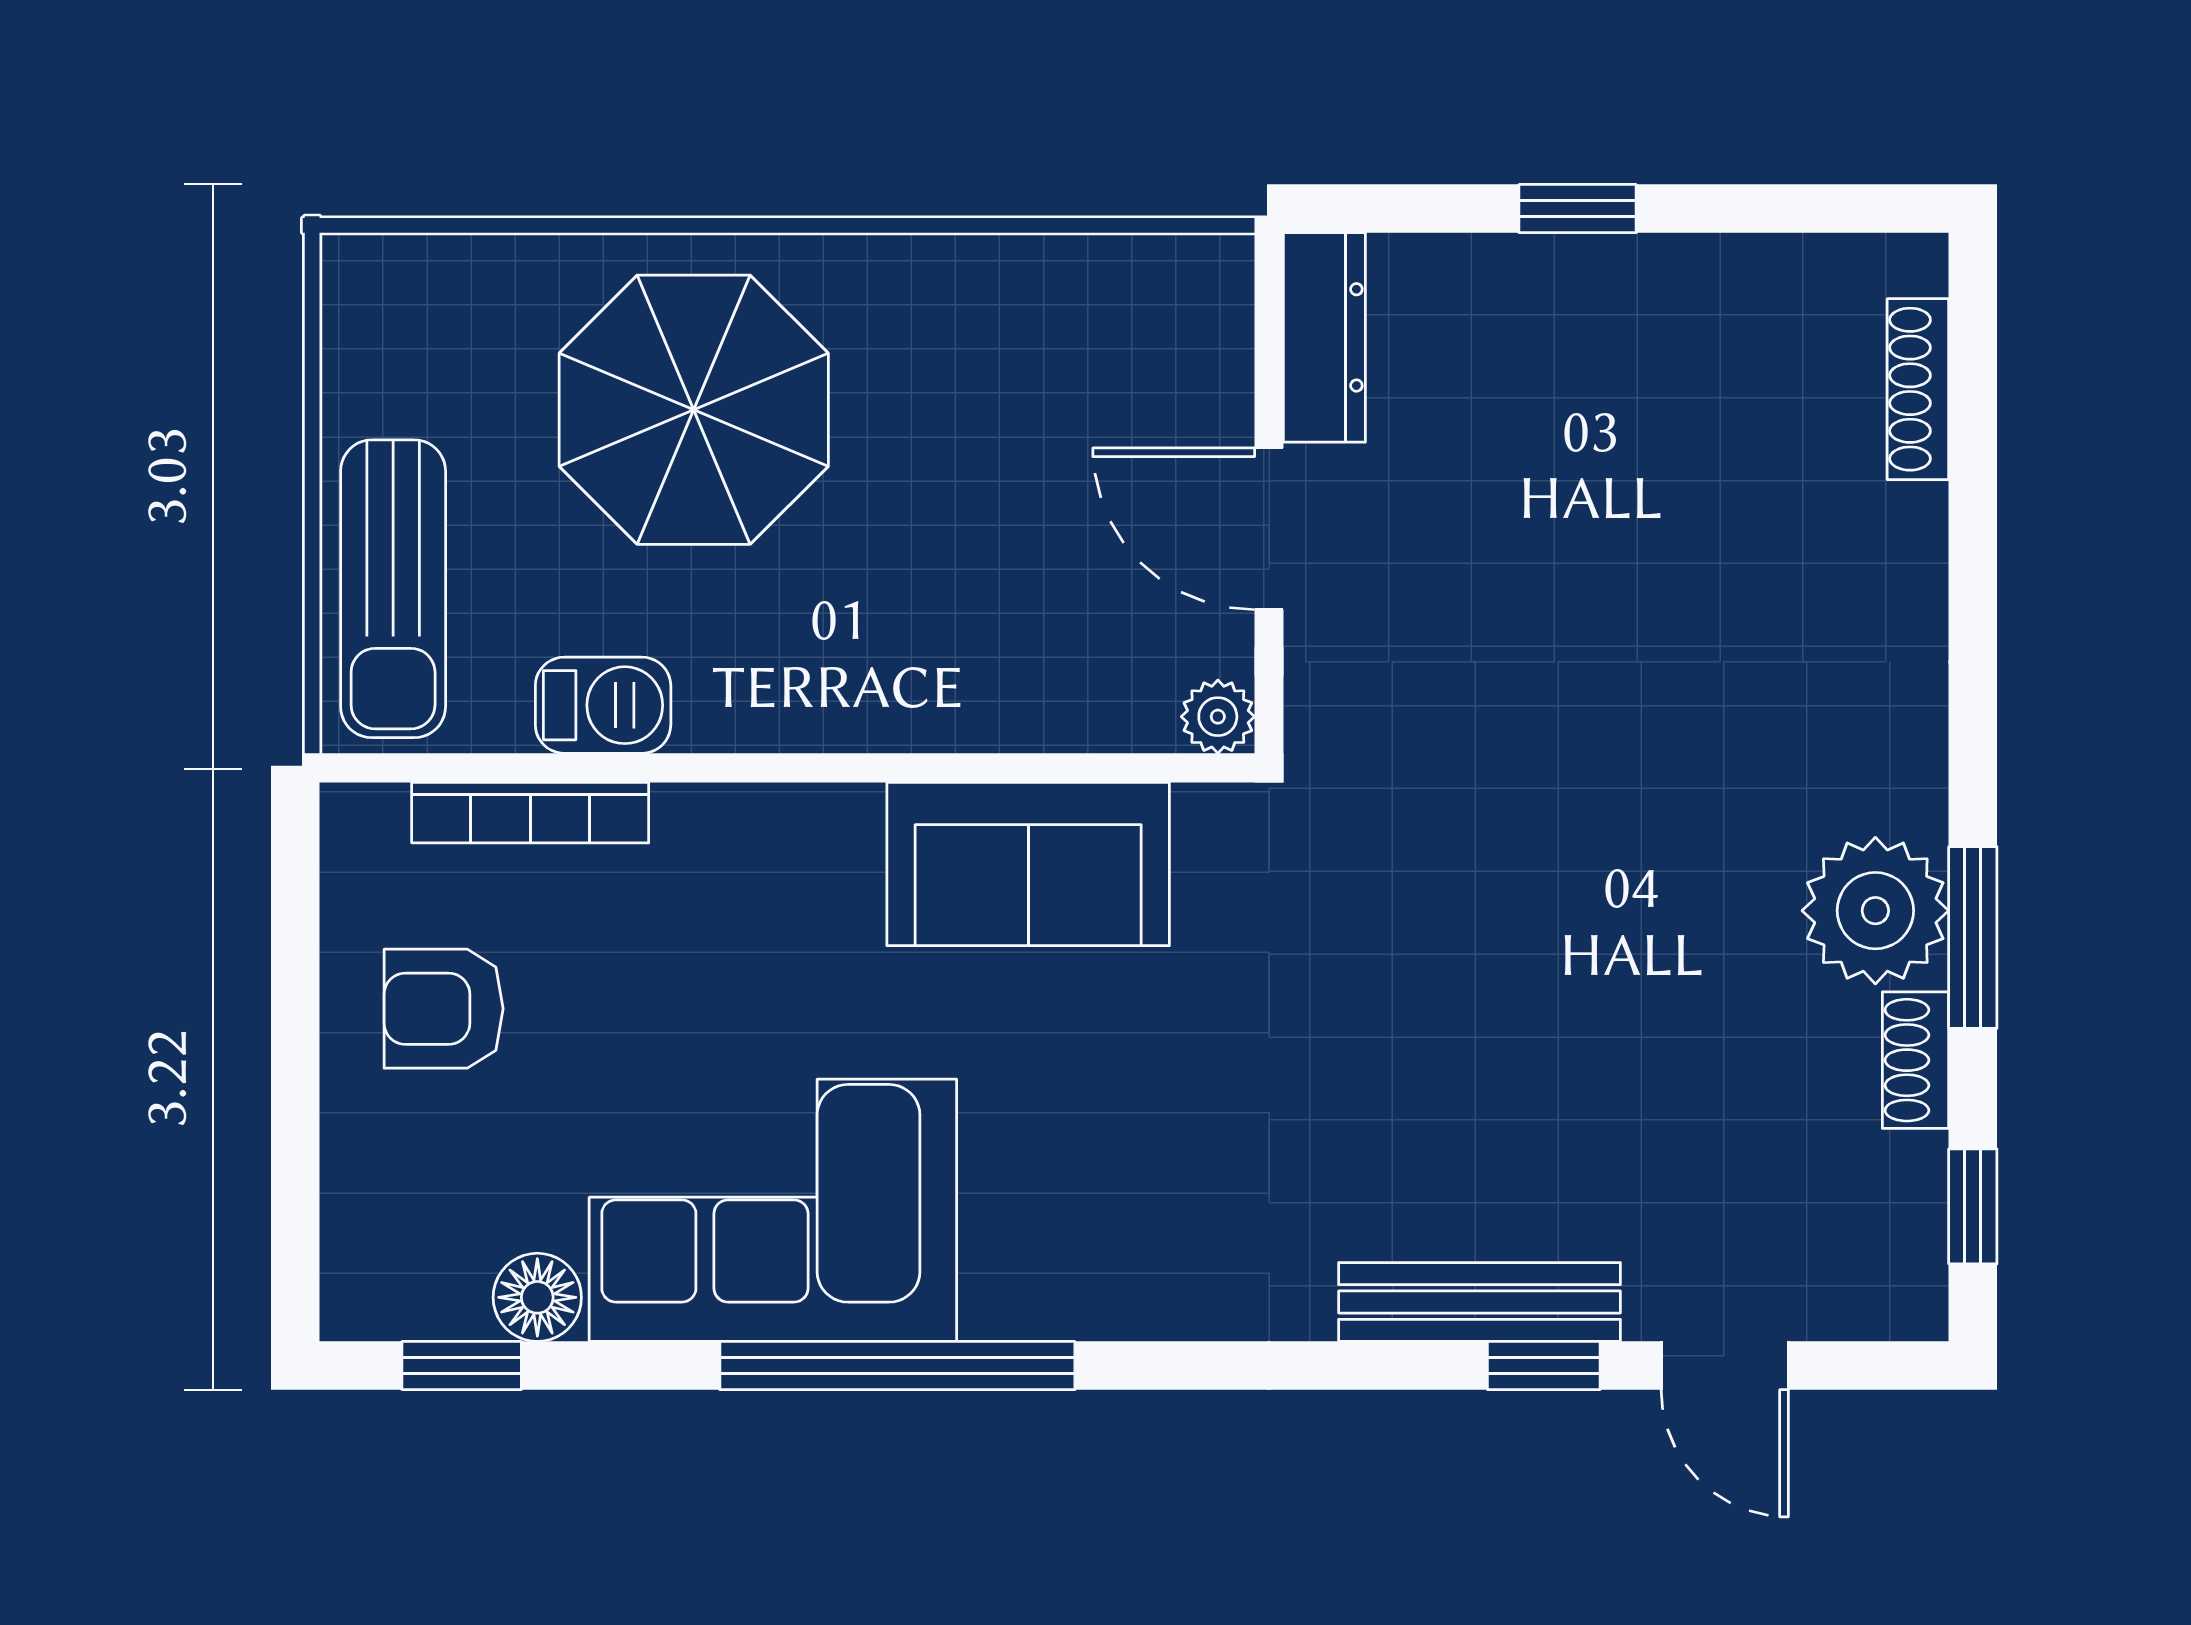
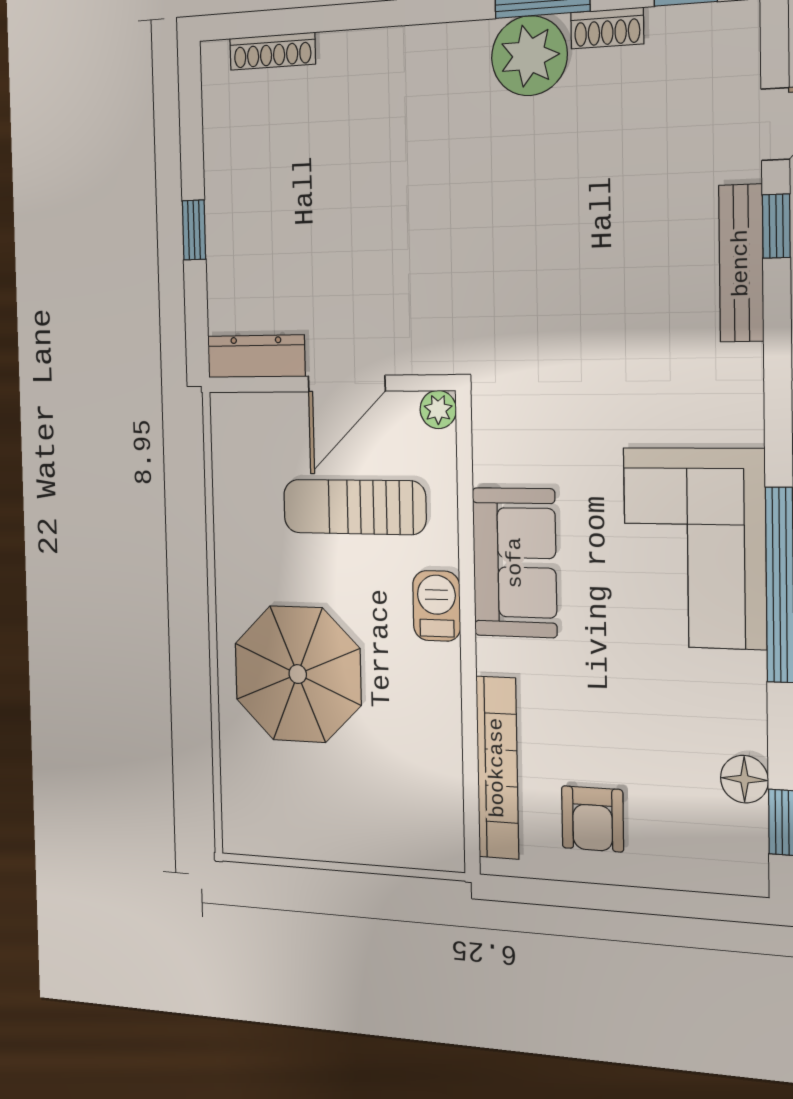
sun lounger: (393, 589) -> (354, 507), moved, turned 180
barbecue: (603, 705) -> (437, 606), moved
bookcase: (530, 813) -> (497, 768), width x1.48, depth x1.31
sofa: (1028, 864) -> (515, 563), moved
corner sofa: (773, 1210) -> (695, 548), moved

